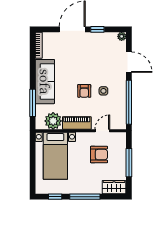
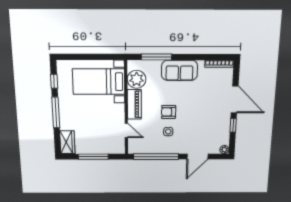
sofa: (45, 82) -> (180, 70), width x0.73
armchair: (99, 155) -> (101, 127), removed

